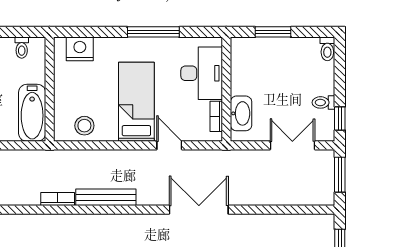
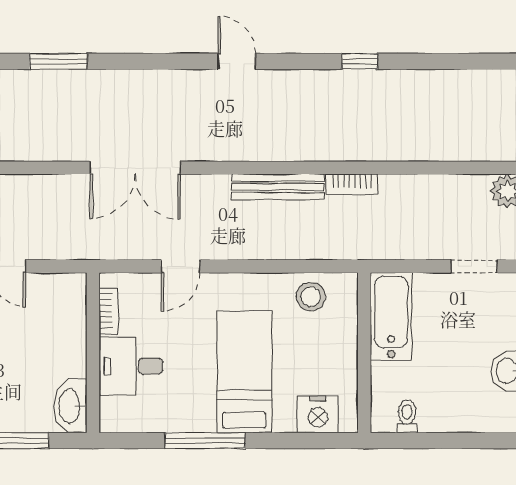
desk: (202, 73) -> (131, 366), width x0.73
bed: (136, 102) -> (244, 372), moved, turned 180
washbasin: (241, 113) -> (70, 406), moved
door: (169, 145) -> (181, 266), hinge flipped

